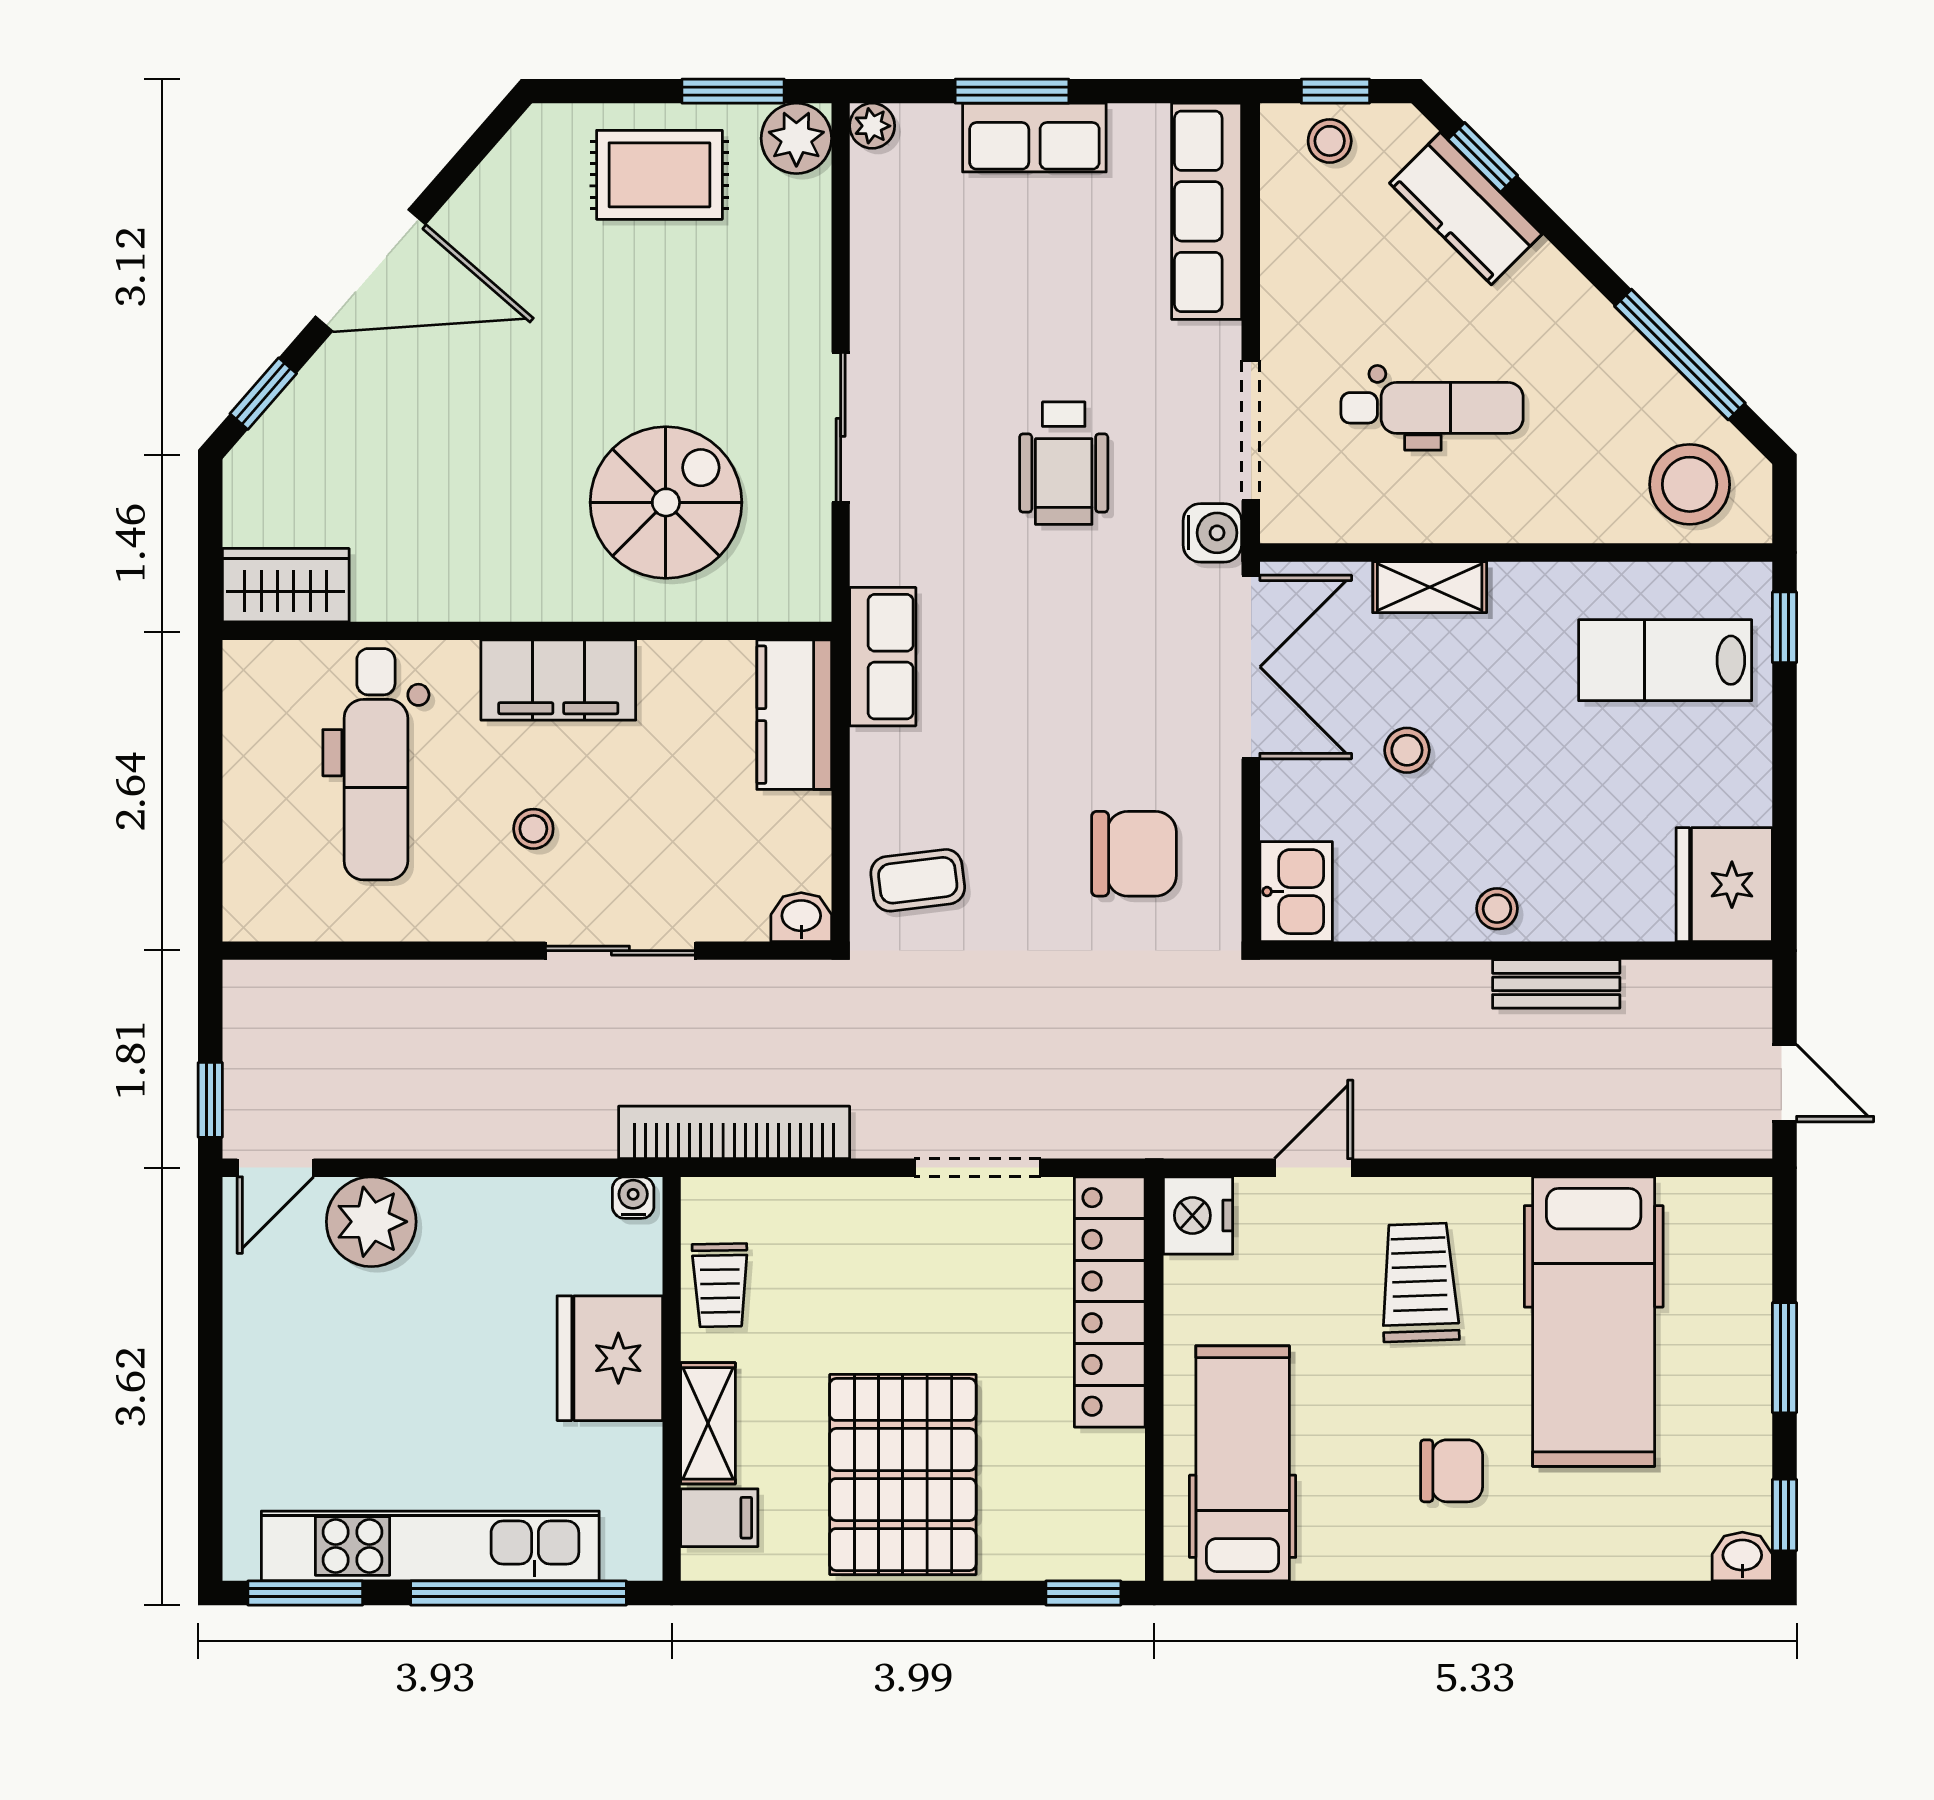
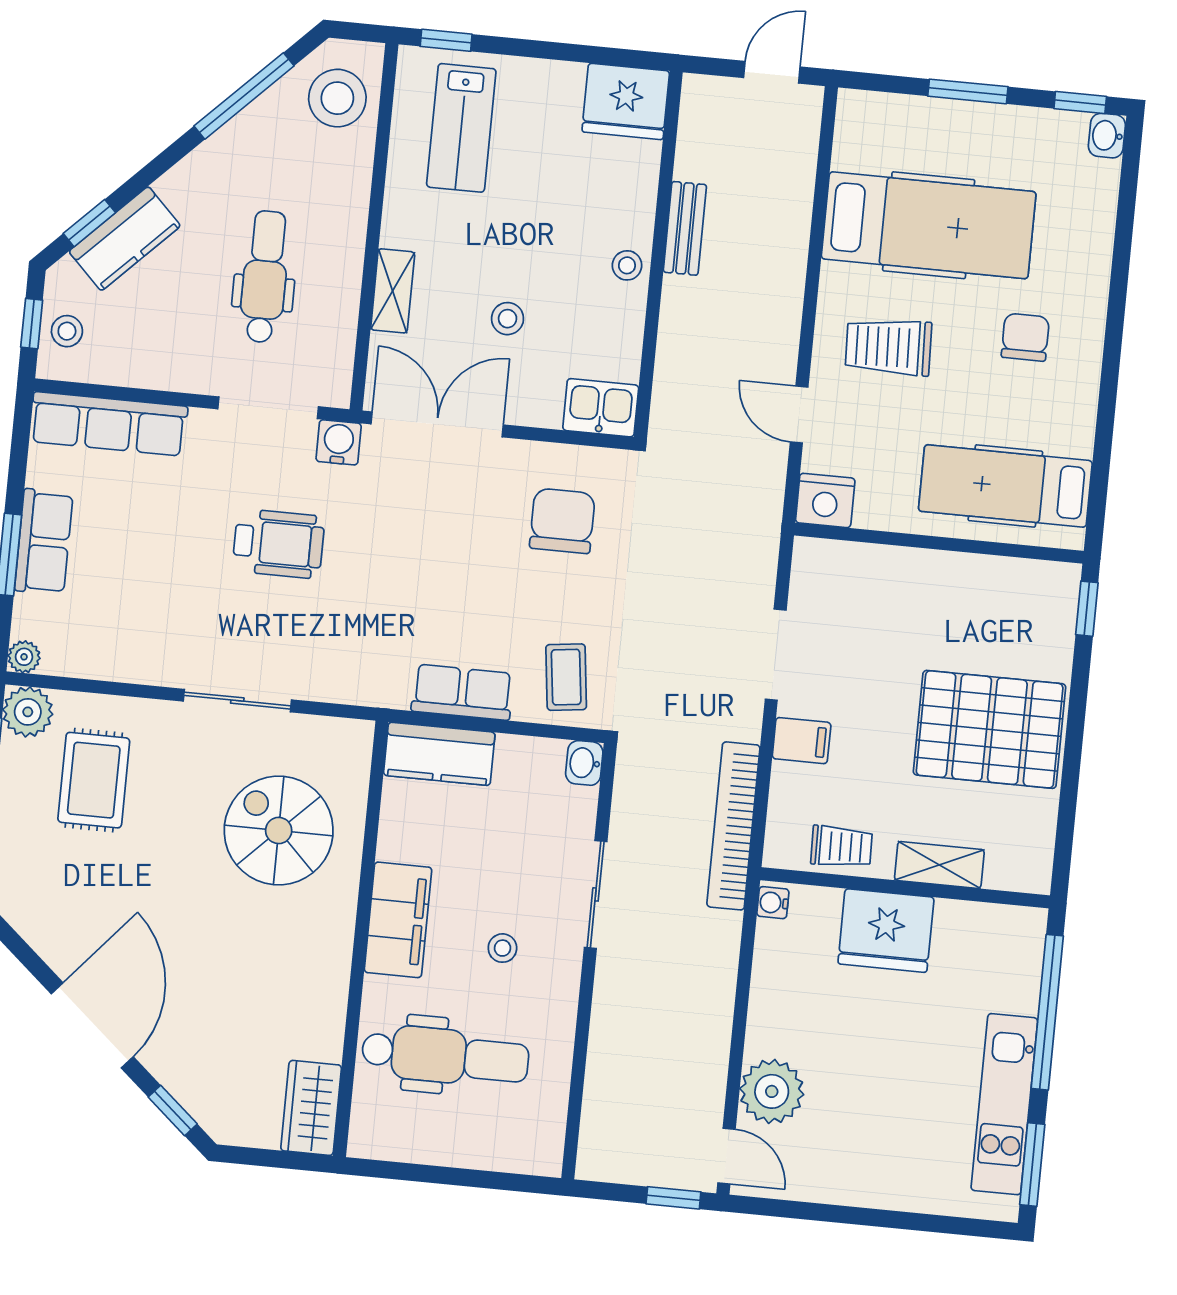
rug: (659, 175) -> (94, 780), moved
row of seats: (883, 657) -> (462, 692), moved
locker: (1110, 1302) -> (881, 570), removed
filing cabinet: (719, 1518) -> (802, 741), moved, turned 90
kitchen unit: (430, 1546) -> (1004, 1104), width x0.73

